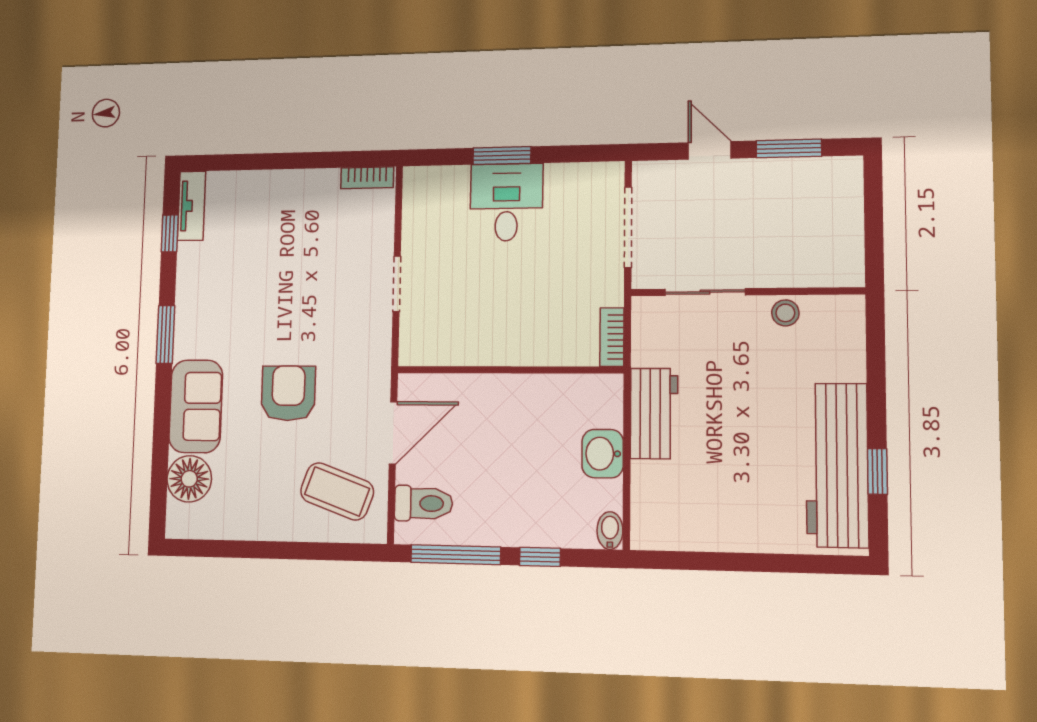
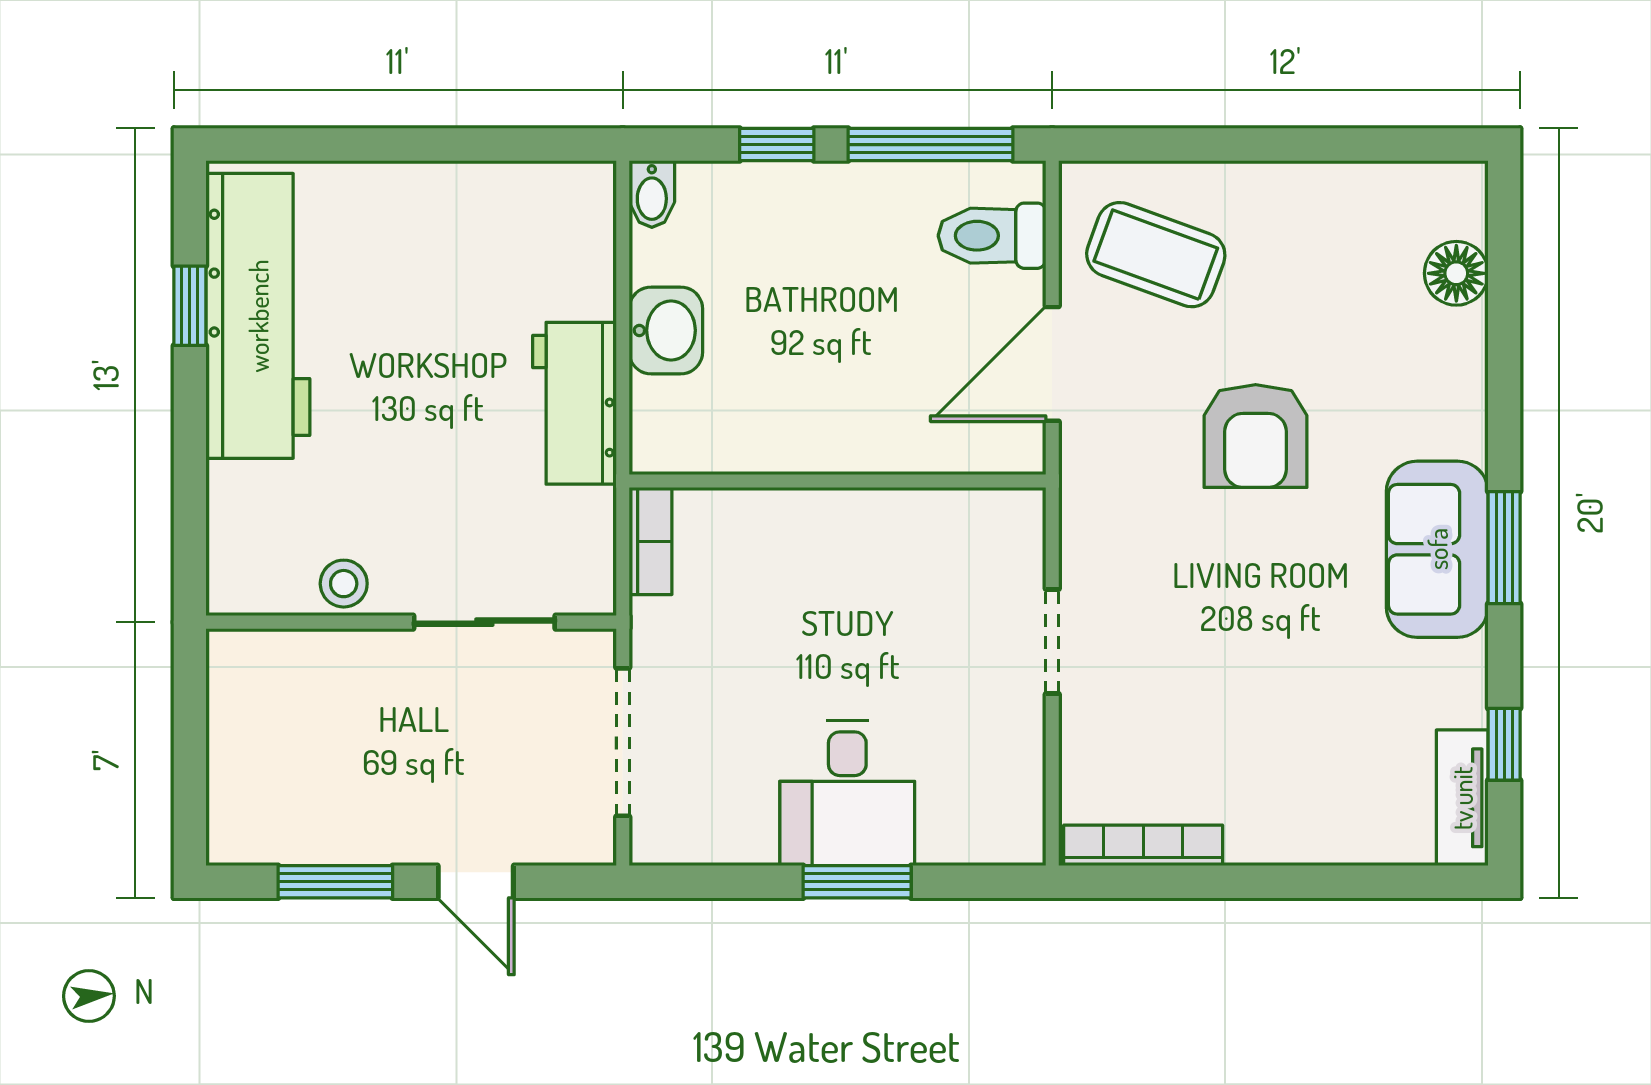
bookcase: (367, 178) -> (1143, 845), width x1.56
sofa: (196, 406) -> (1437, 549), moved
floor lamp: (189, 479) -> (1456, 273), width x0.73, depth x0.73

